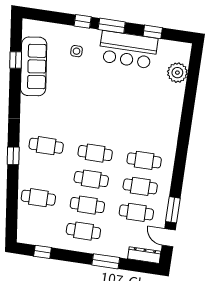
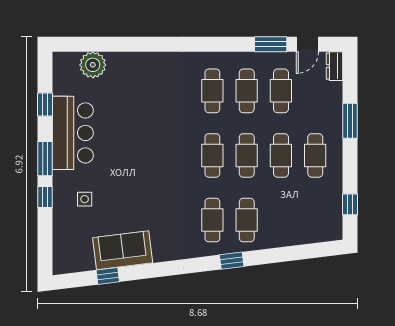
sofa: (34, 66) -> (123, 250), width x0.73
cafe table: (38, 198) -> (247, 220), moved
dresser: (144, 255) -> (335, 66), width x0.70

